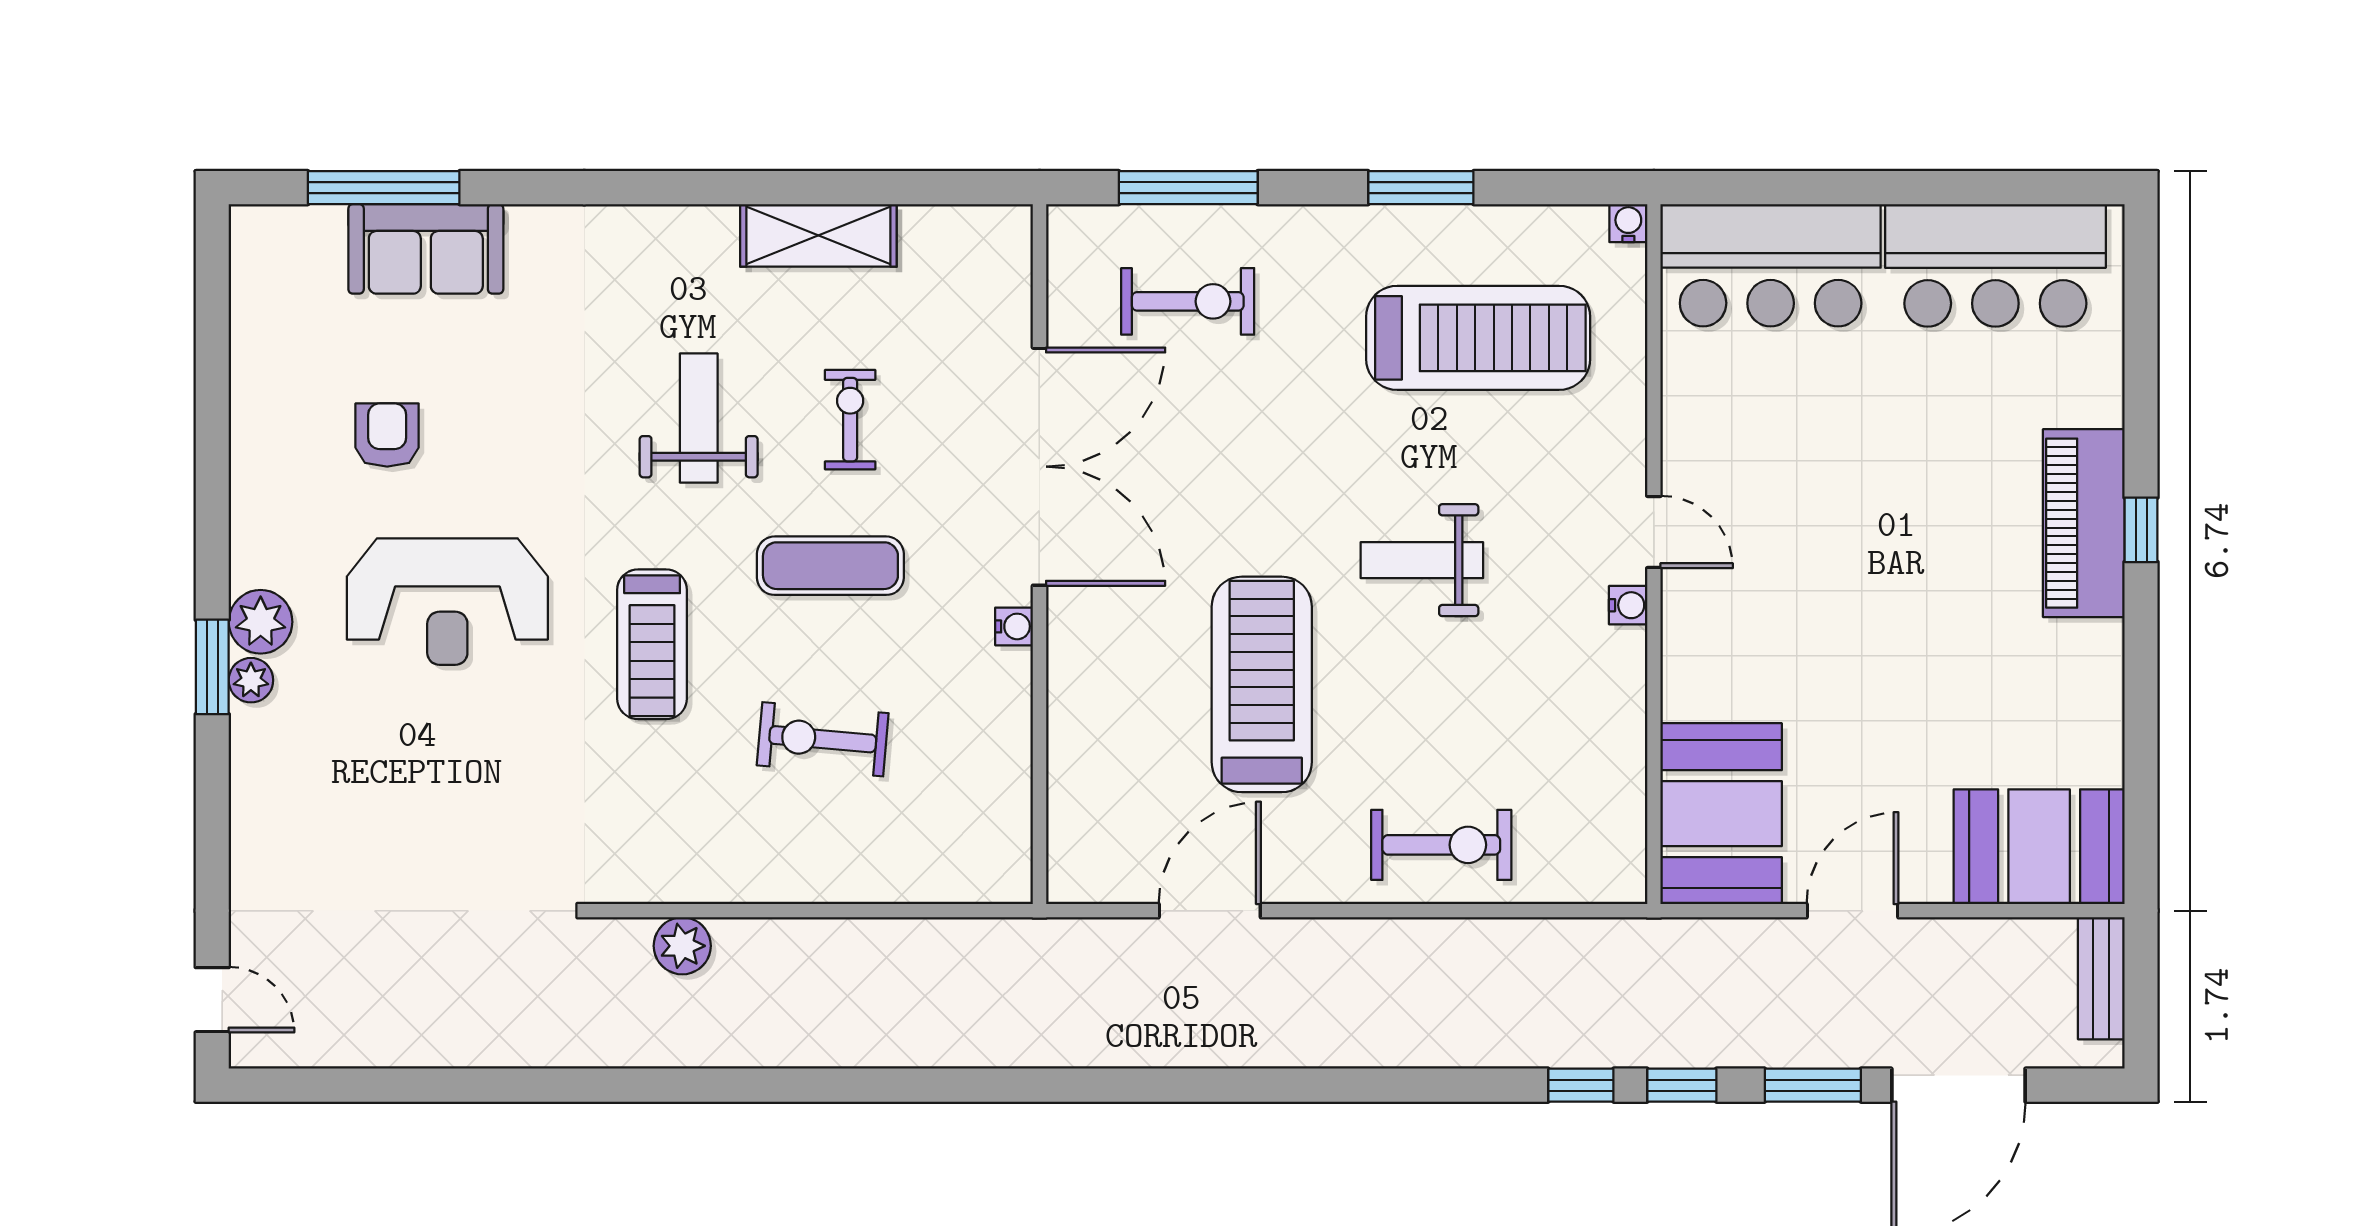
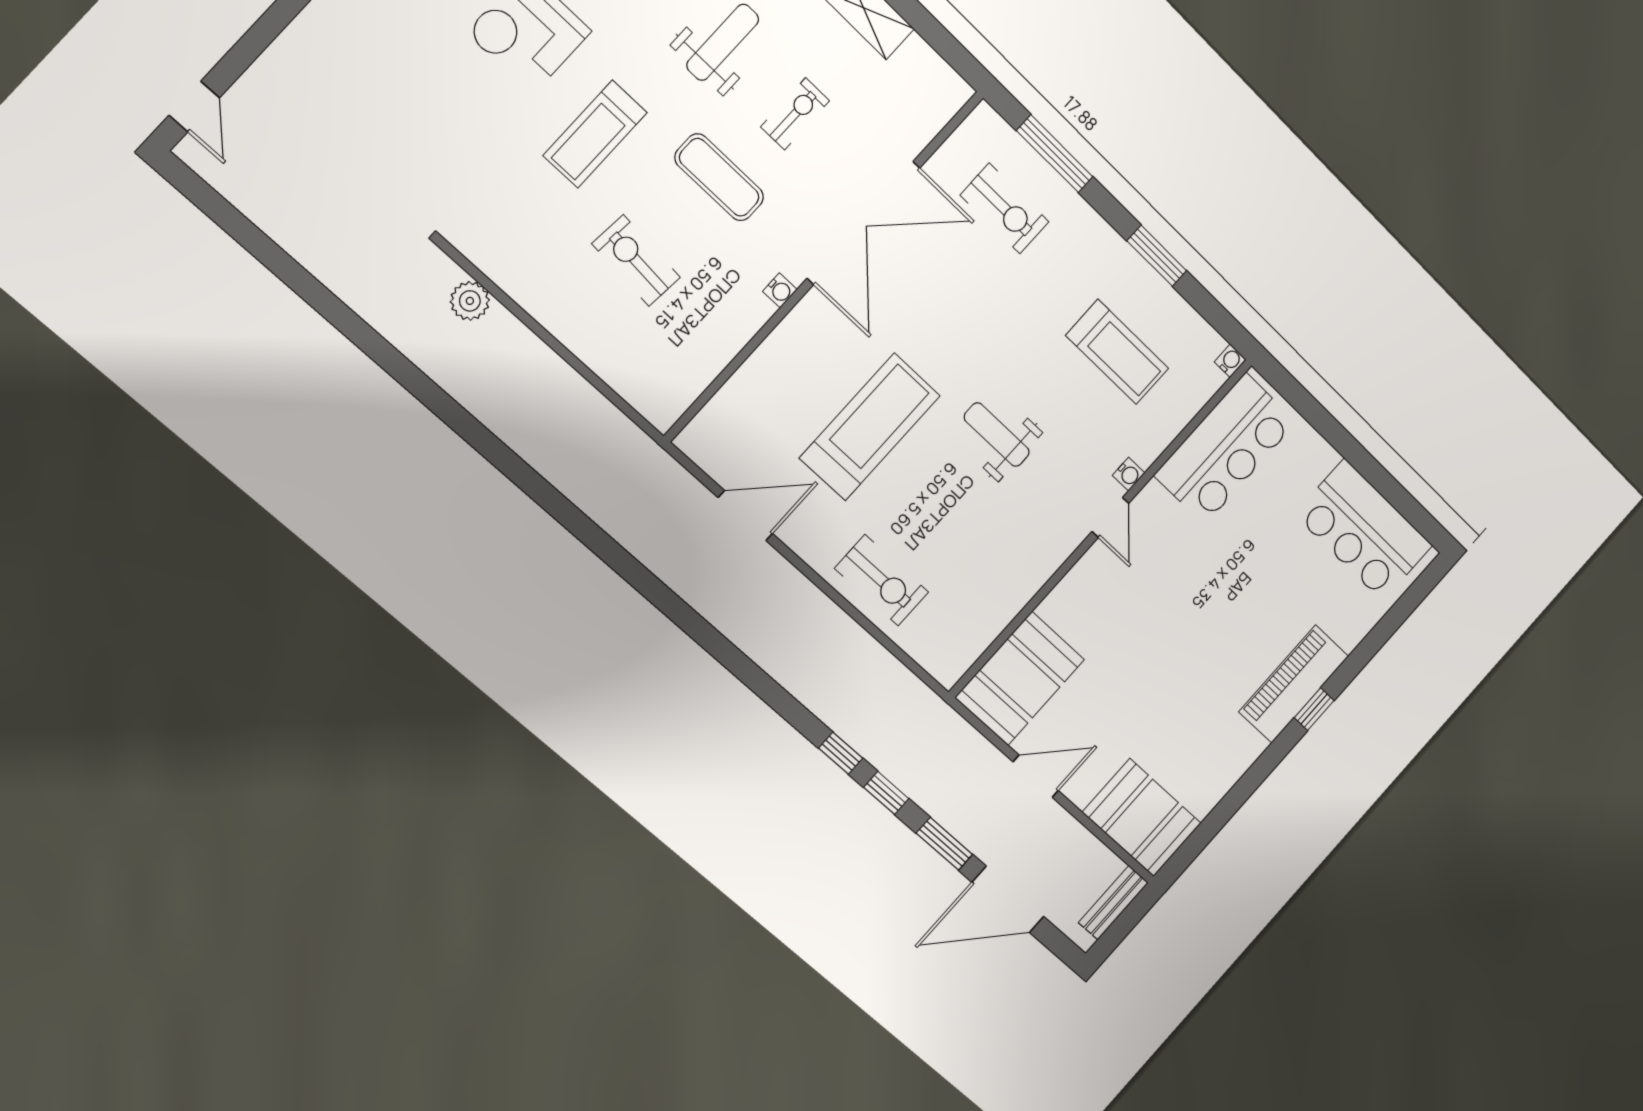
bar counter: (1771, 265) -> (1225, 449), moved, turned -90
treadmill: (1478, 338) -> (1117, 352), width x0.73, depth x0.73
water cooler: (1628, 605) -> (1129, 474), moved

